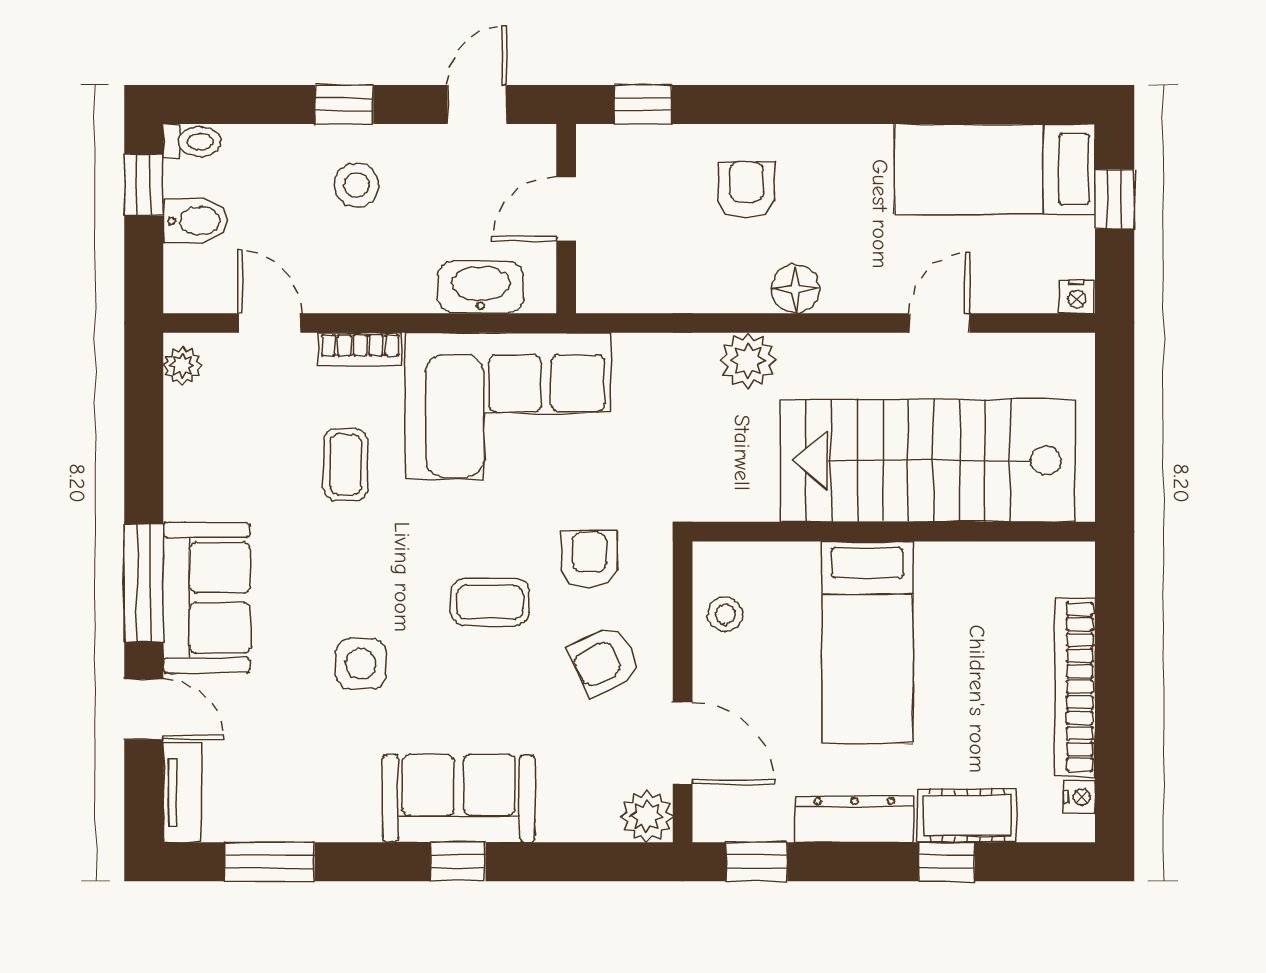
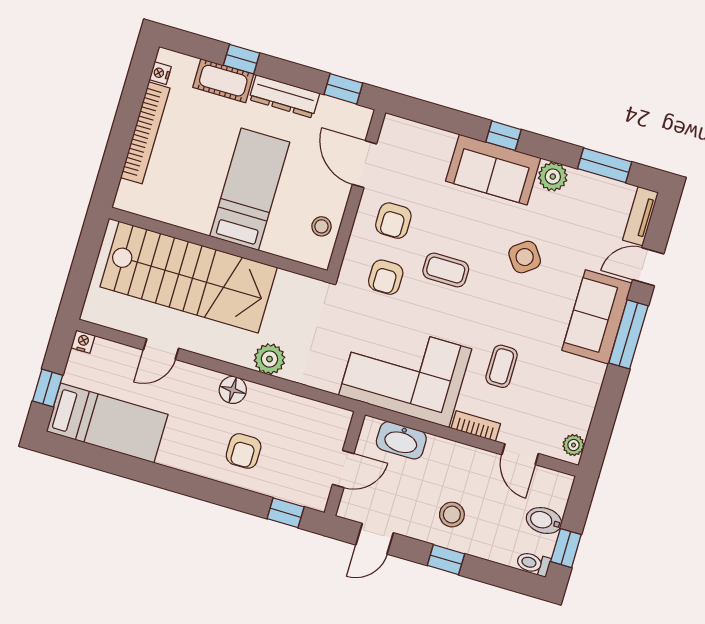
armchair: (605, 661) -> (393, 221), turned 116
side table: (361, 664) -> (525, 257), turned -36
door: (144, 709) -> (648, 267), hinge flipped
plant: (647, 816) -> (553, 177), moved

